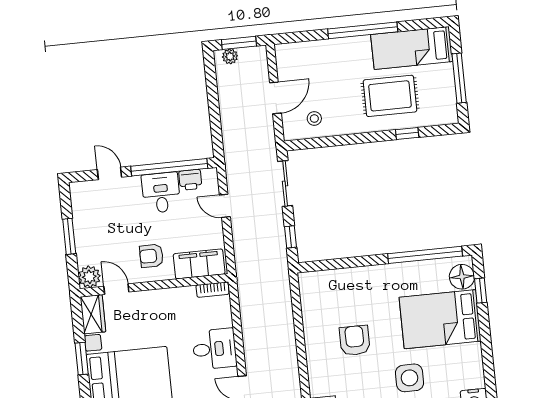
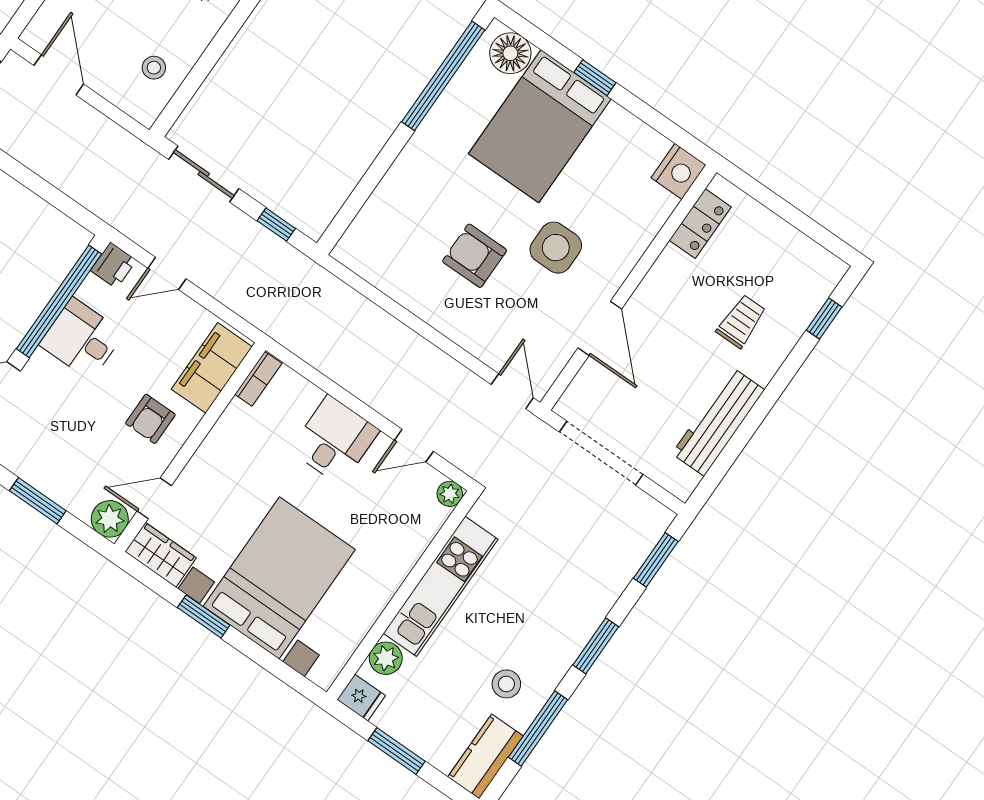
door: (275, 98) -> (59, 75), moved
printer: (190, 180) -> (113, 265), moved
window: (481, 291) -> (595, 78), moved
side table: (409, 378) -> (556, 248), moved

